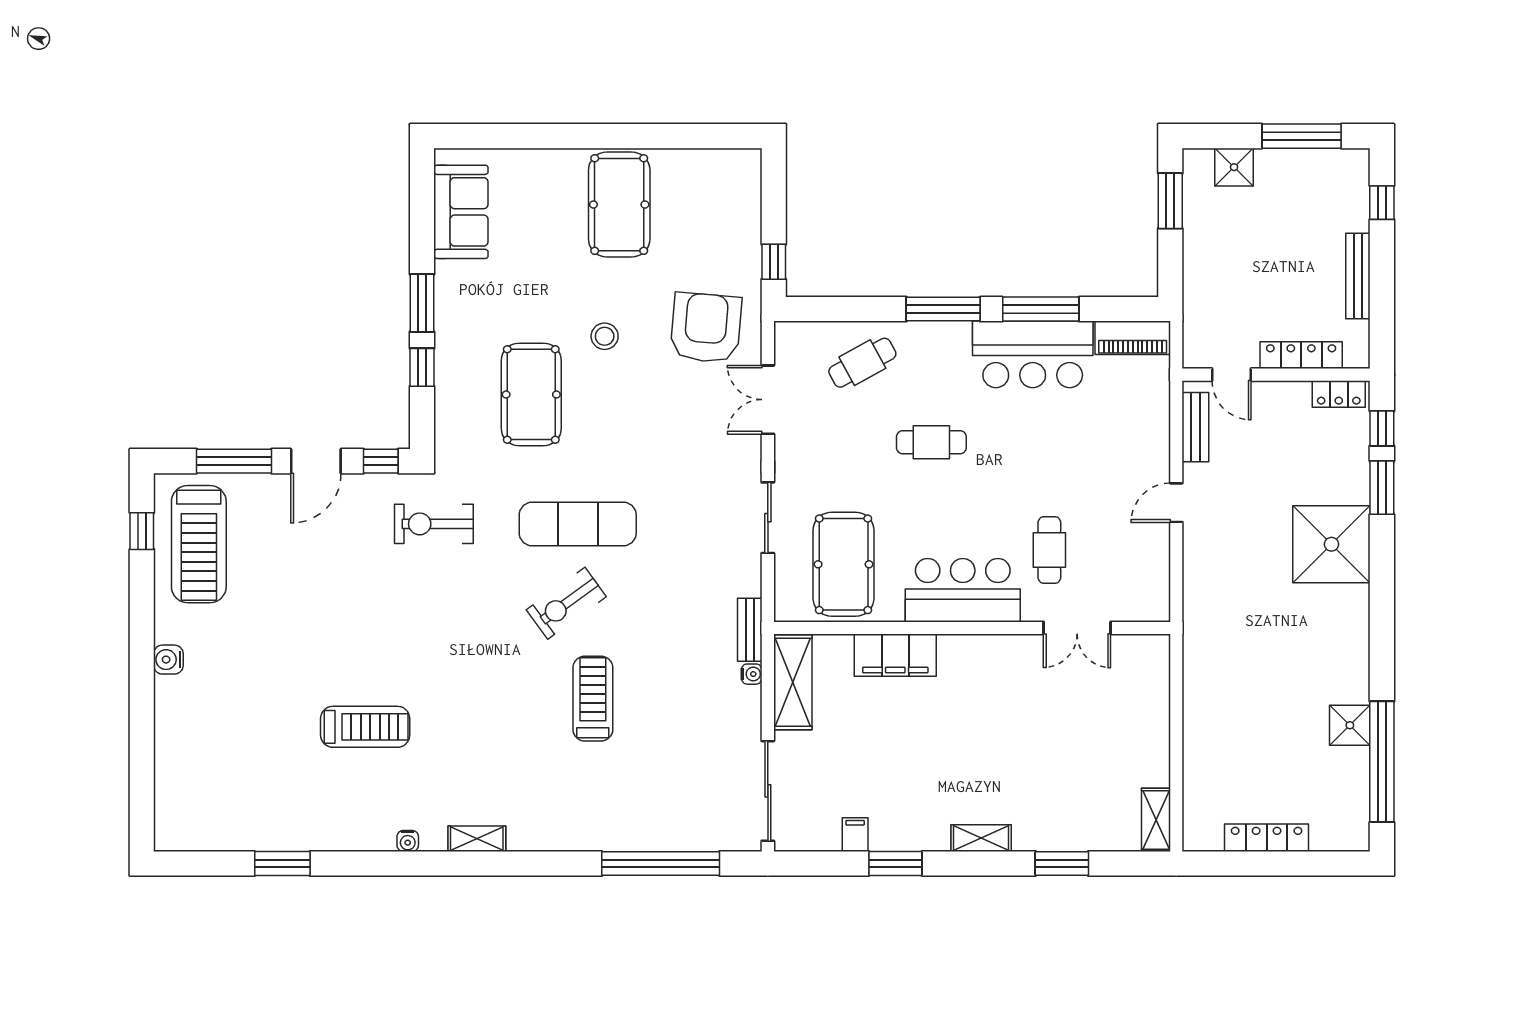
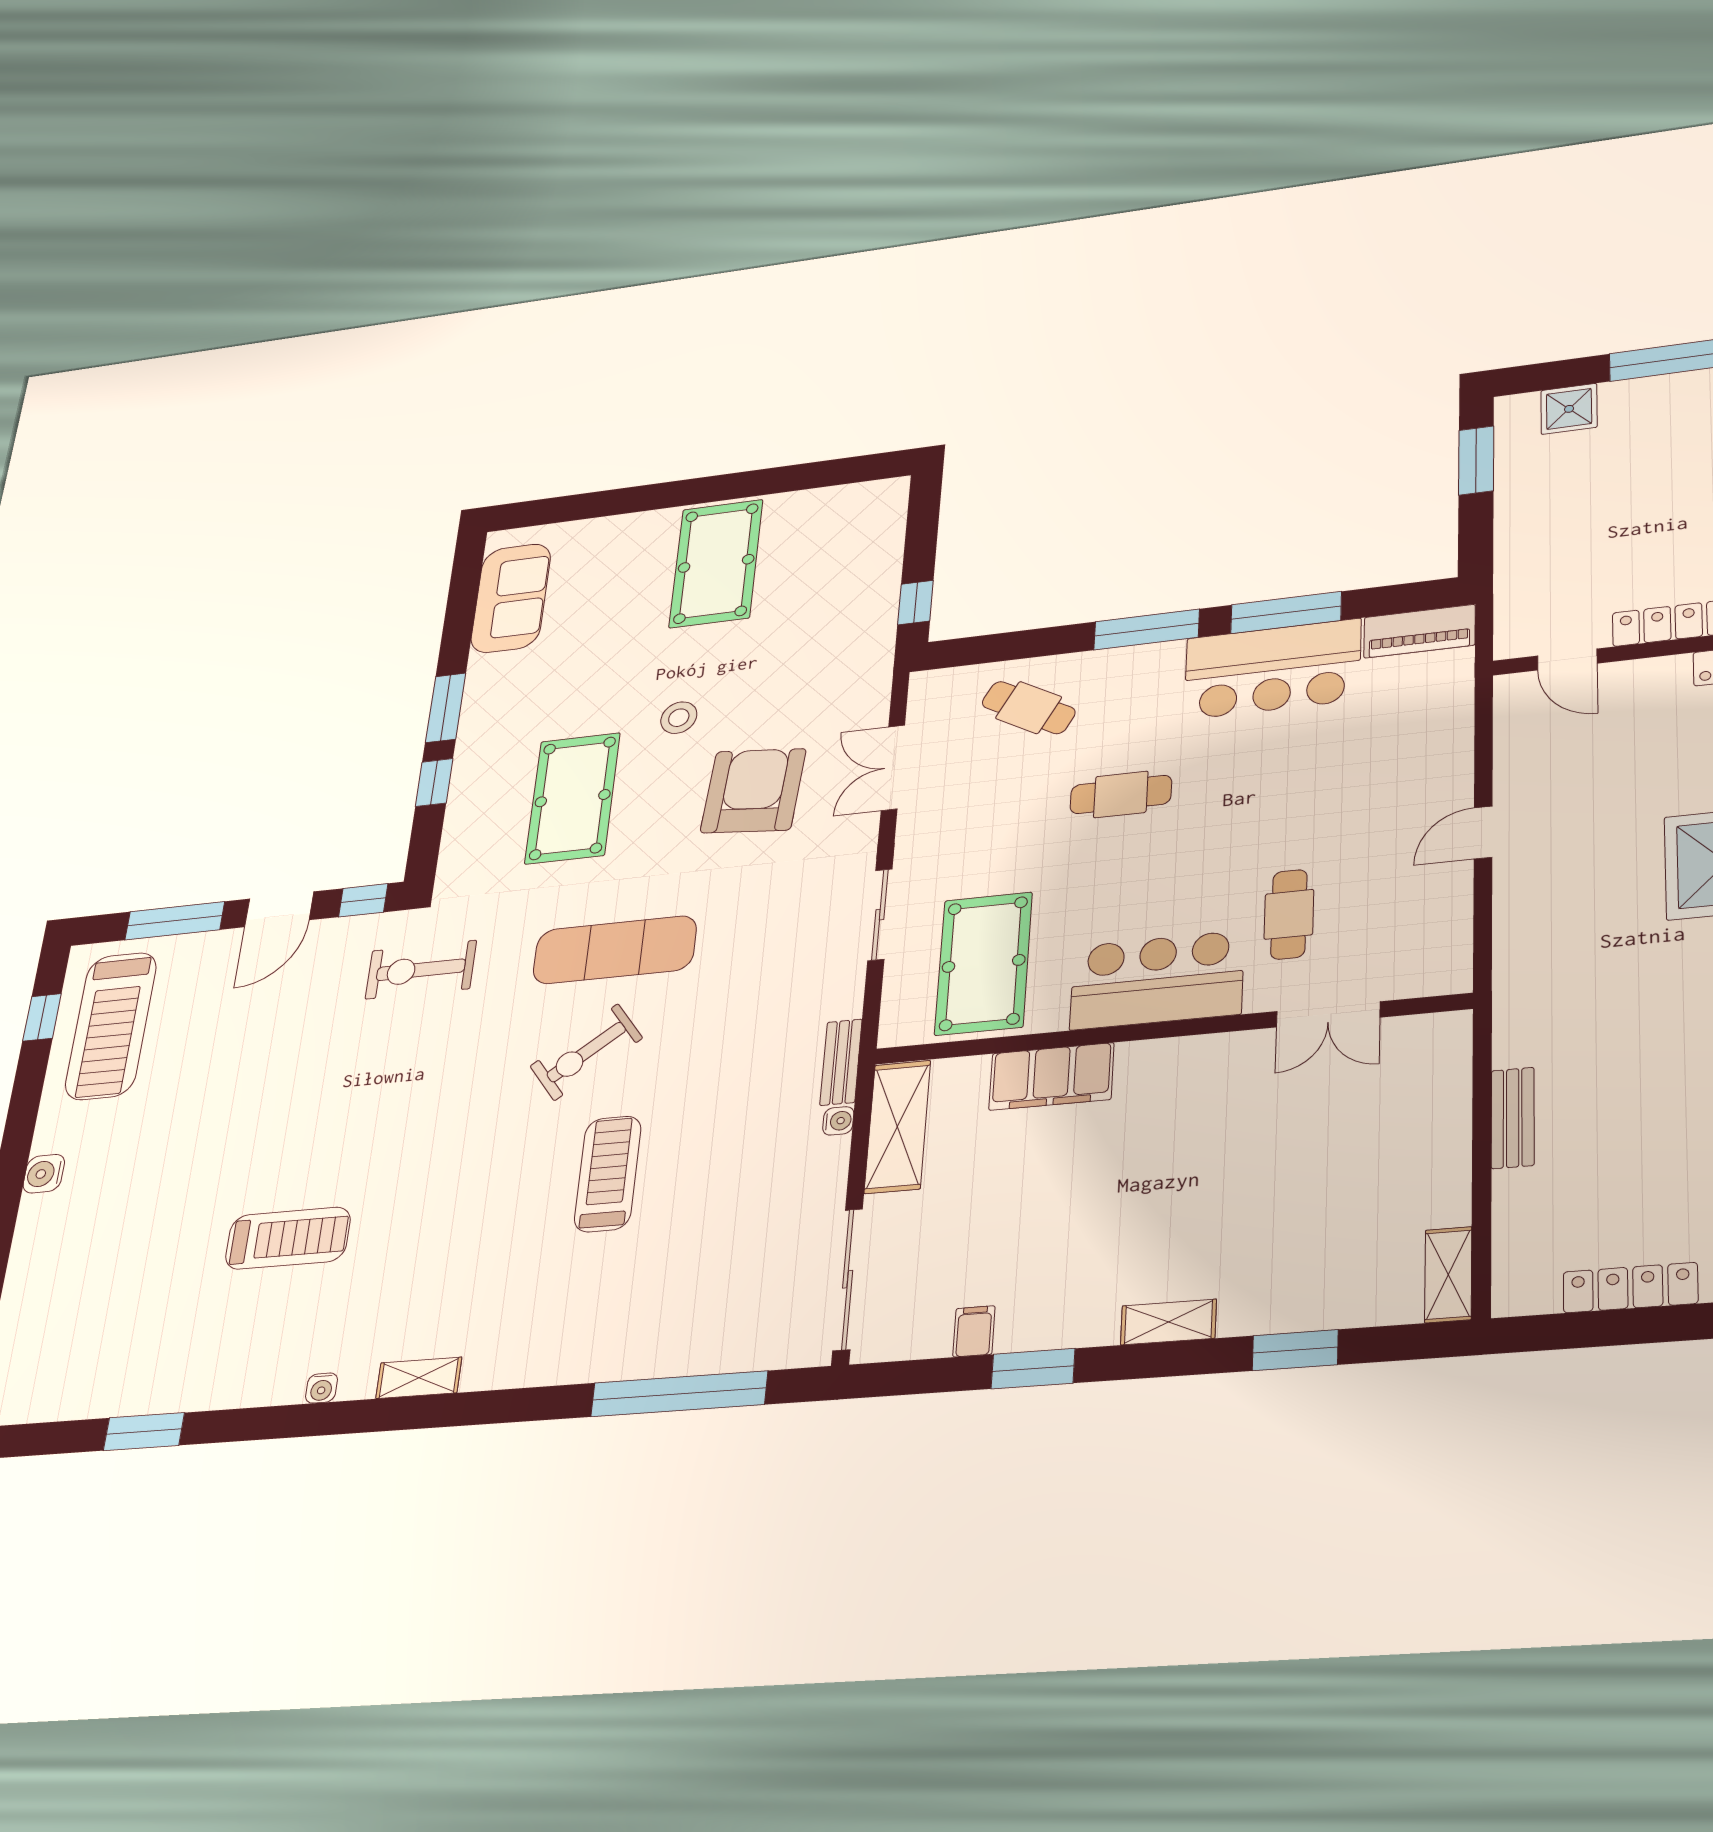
armchair: (706, 328) -> (753, 791), moved
cafe table: (862, 363) -> (1029, 708), turned 58
bench: (1195, 427) -> (1513, 1118), moved

